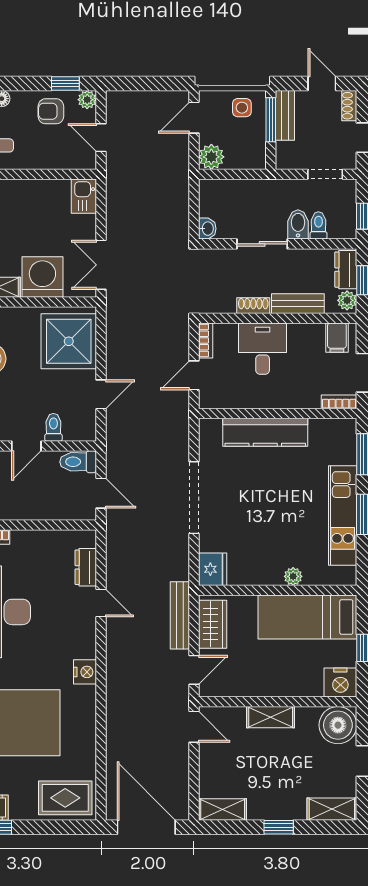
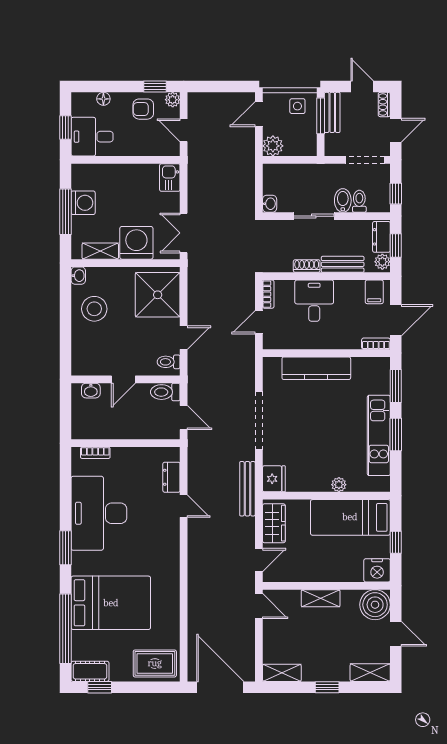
doorway: (325, 174) -> (365, 160), width x1.38
toilet: (53, 427) -> (169, 362), moved, turned -90
bench: (180, 615) -> (247, 489), moved
nightstand: (85, 672) -> (171, 562), removed

